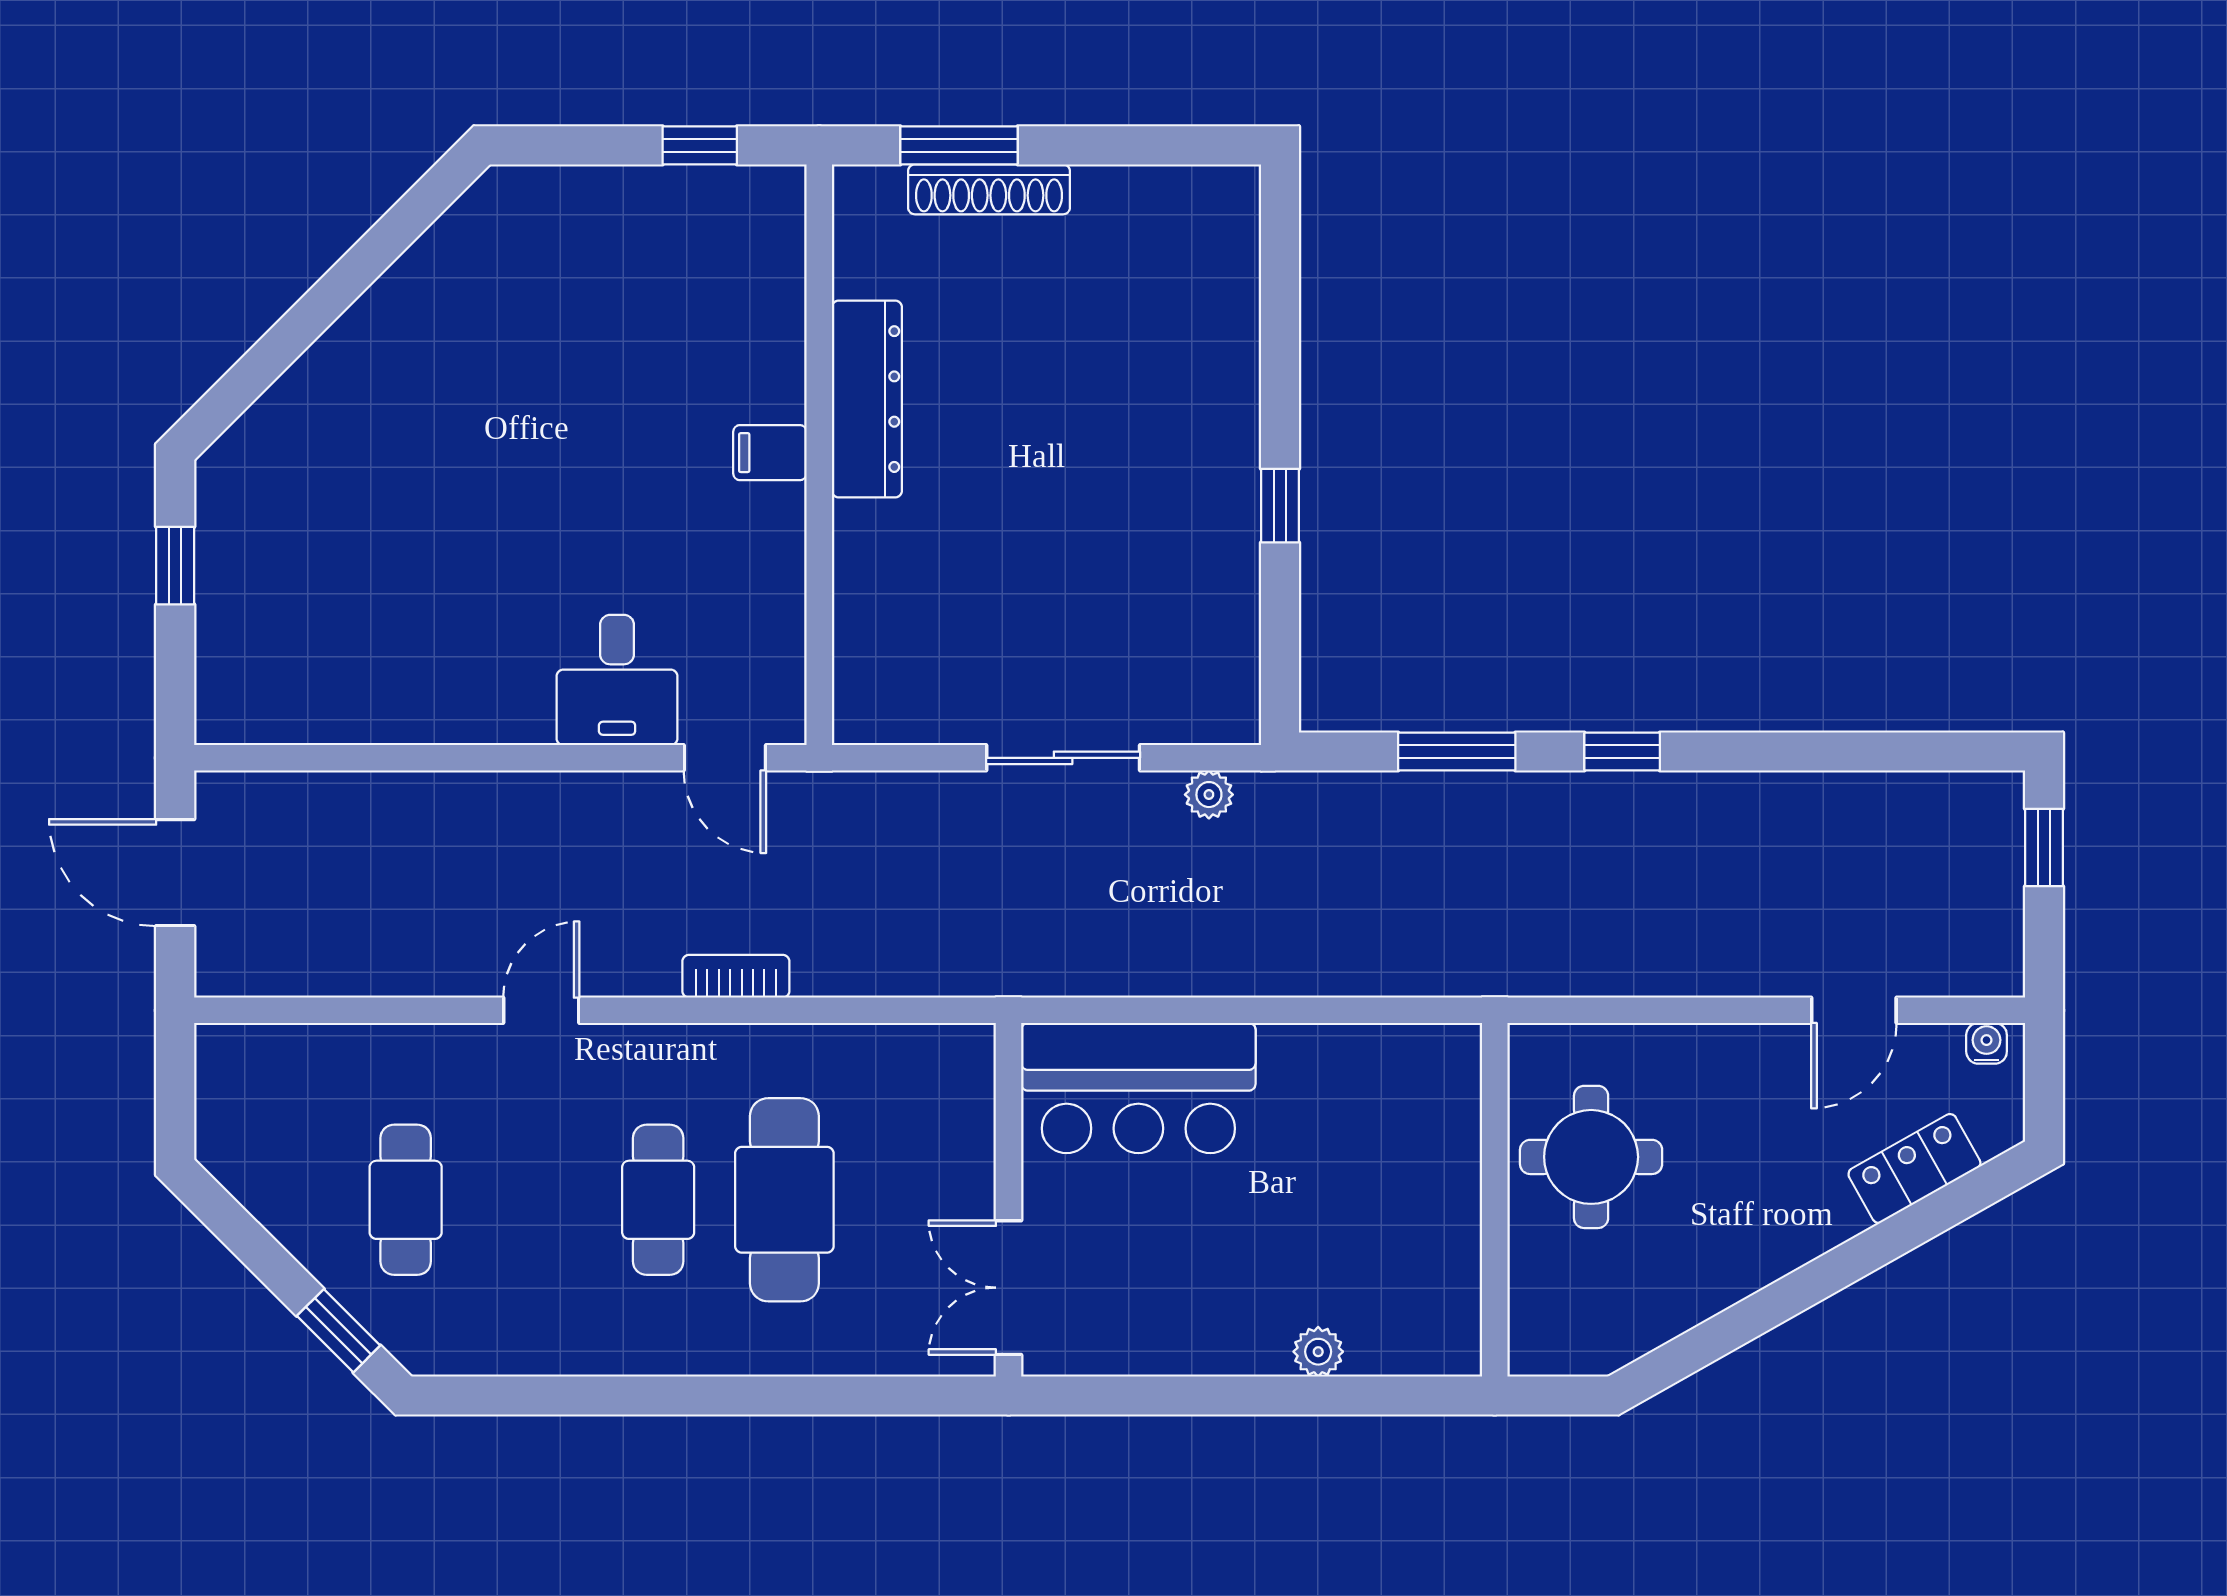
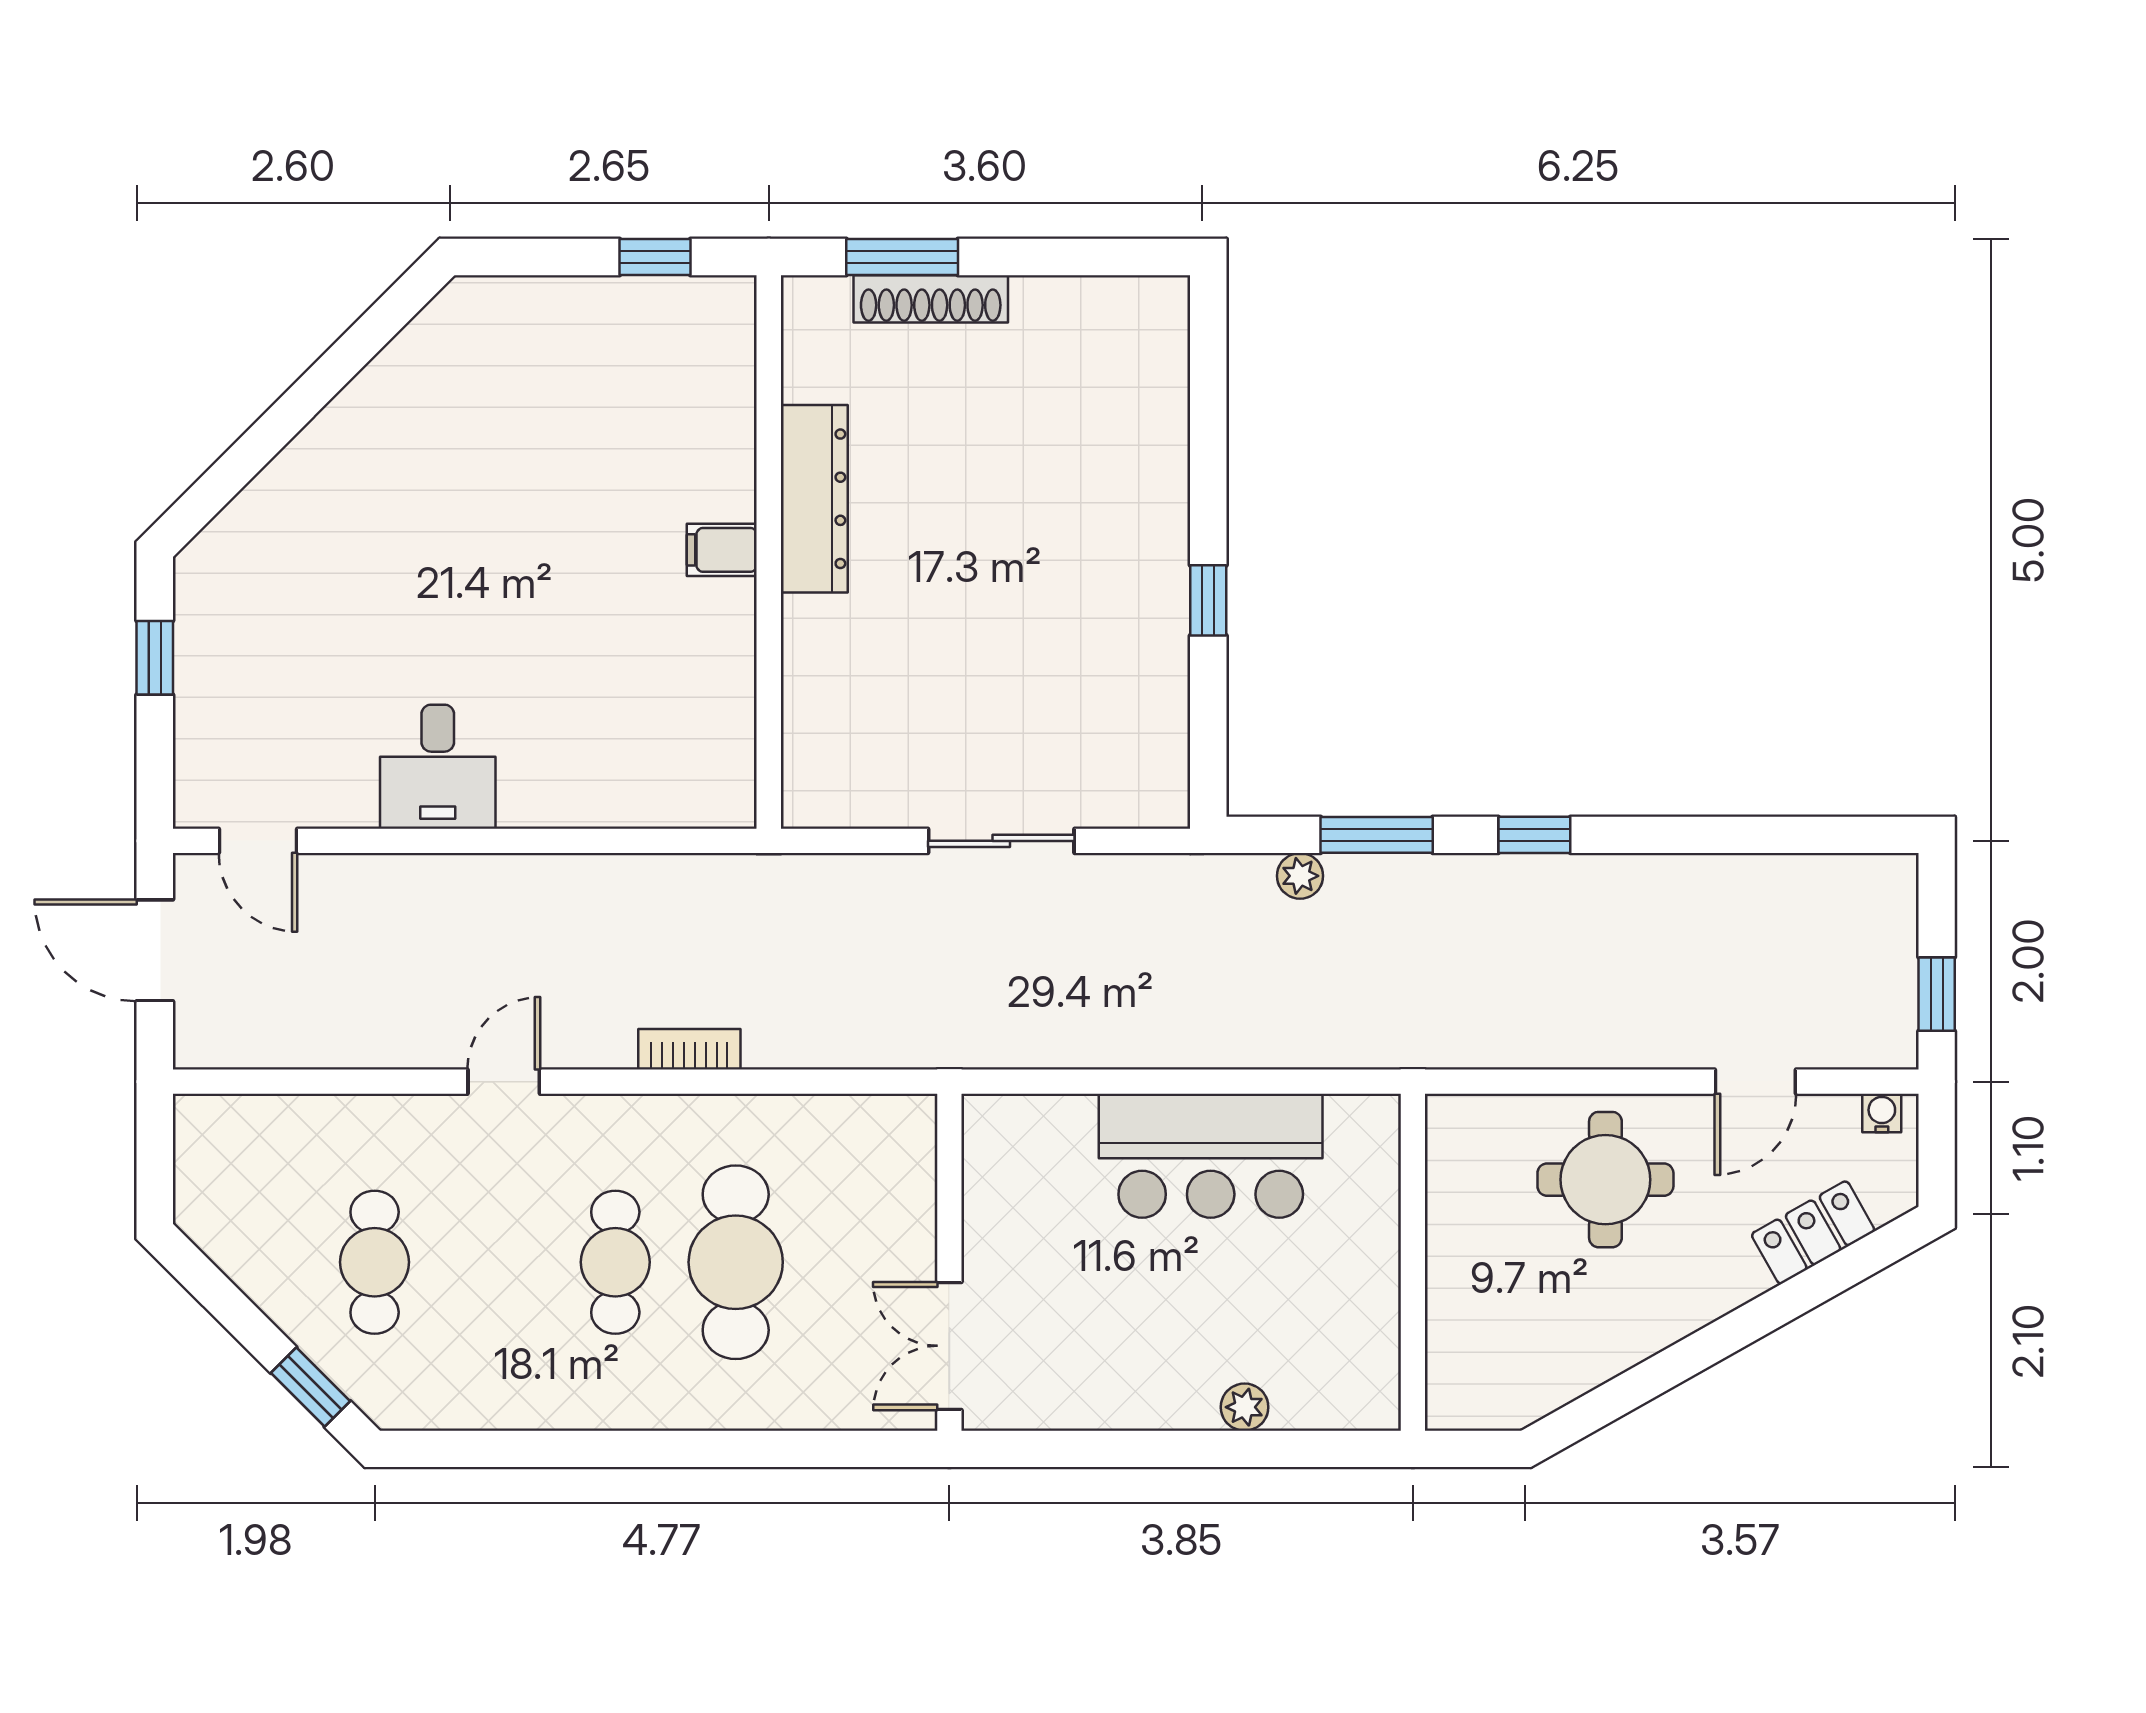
desk: (617, 680) -> (438, 767), moved
door: (725, 758) -> (258, 841), moved
plant: (1209, 795) -> (1300, 876), moved
window: (2044, 847) -> (1937, 994), moved
bar counter: (1138, 1088) -> (1211, 1156), moved
round table: (1591, 1157) -> (1605, 1180), moved

